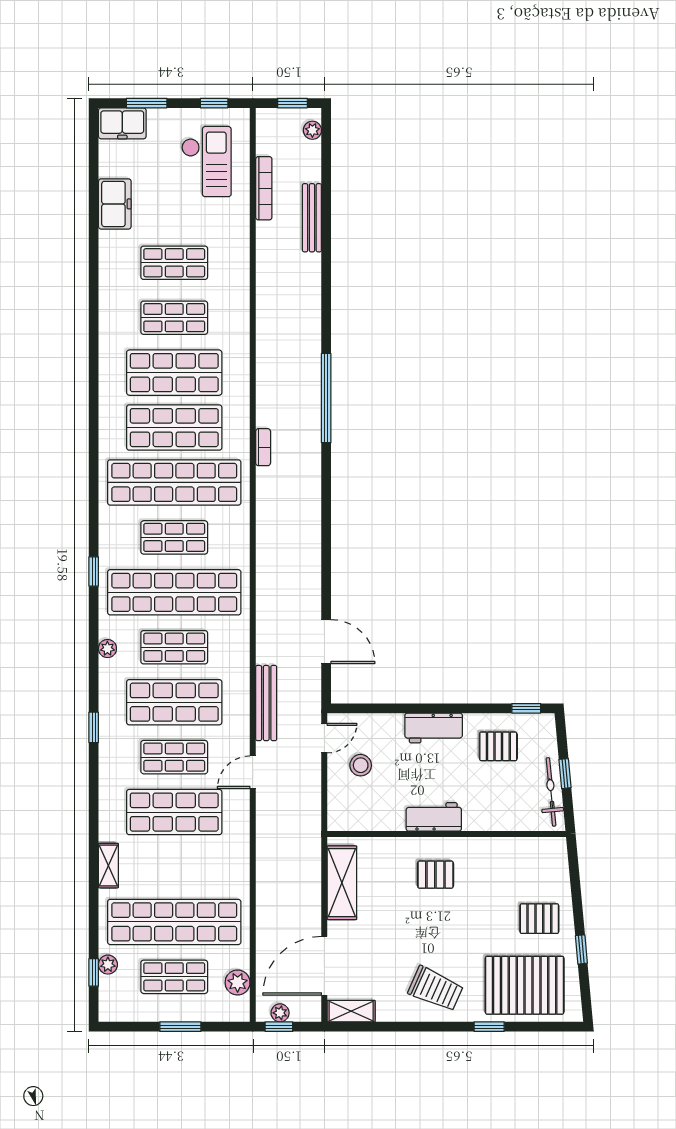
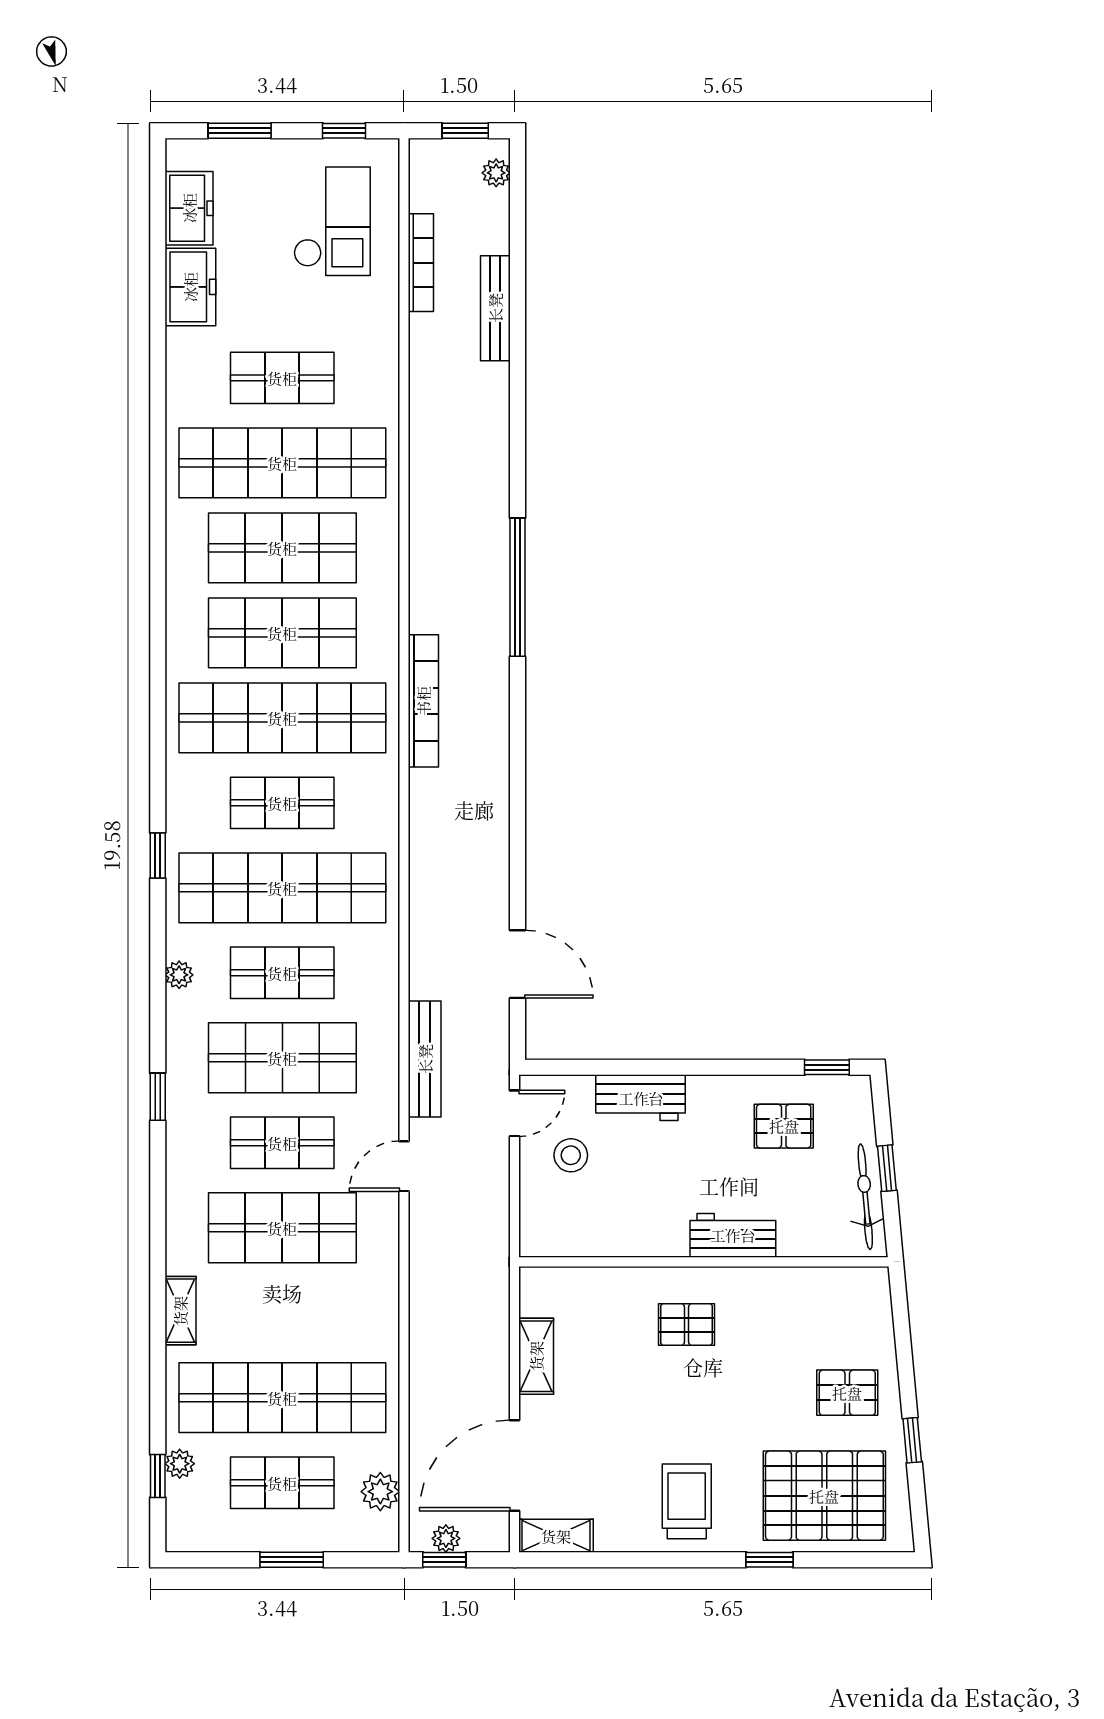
freezer: (122, 123) -> (189, 208), moved, turned -90
shop shelf: (174, 318) -> (282, 463), width x2.00, depth x1.36
bookcase: (263, 447) -> (423, 701), width x2.31, depth x1.31
workbench: (434, 728) -> (641, 1098), moved
workbench: (434, 817) -> (733, 1235), moved
shelving: (342, 883) -> (536, 1356), width x0.67, depth x0.75
trolley: (436, 989) -> (687, 1501), turned -114

